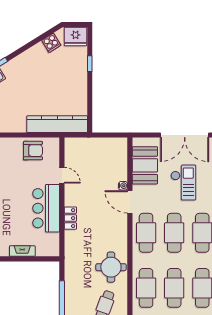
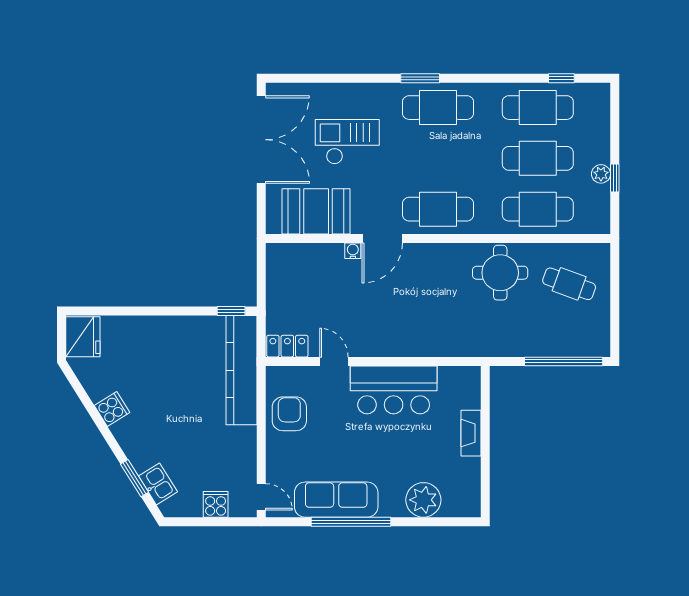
cooker: (51, 43) -> (112, 409), moved
window: (90, 64) -> (231, 311), moved
door: (62, 175) -> (334, 361), hinge flipped
locker: (70, 218) -> (287, 346), moved
cafe table: (174, 233) -> (438, 158), removed

